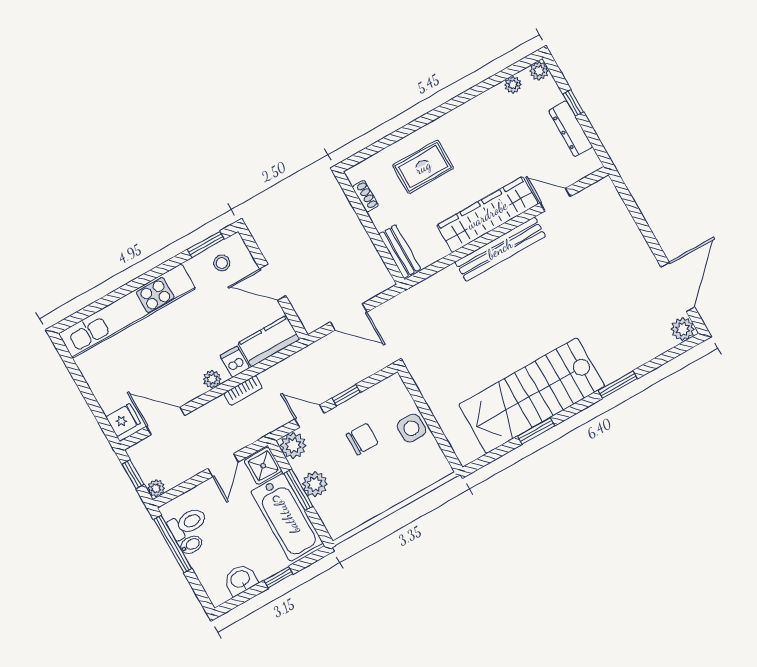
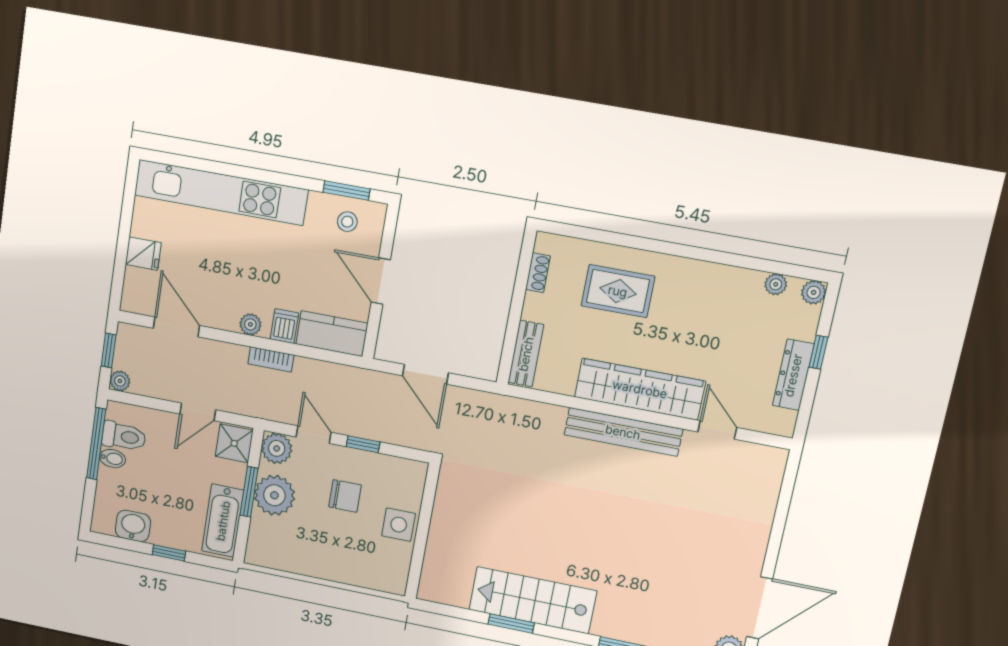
stairs: (532, 396) -> (533, 600), width x0.73, depth x0.66
fridge: (123, 420) -> (143, 254), moved
plant: (315, 484) -> (274, 495), width x1.36, depth x1.36
bathtub: (287, 517) -> (223, 521), width x0.73, depth x0.73

